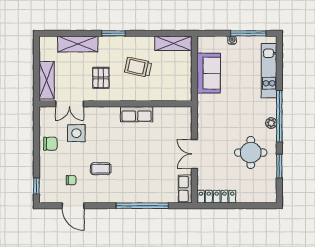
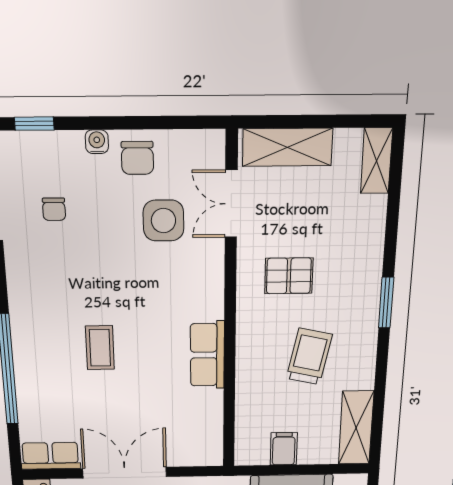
shelving: (78, 44) -> (376, 161), moved, width x0.67, depth x0.75
filing cabinet: (183, 78) -> (284, 449), added
double door: (194, 154) -> (125, 473), width x1.37
water cooler: (44, 160) -> (97, 142), added
coffee table: (101, 169) -> (100, 348), moved

